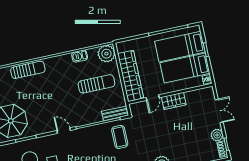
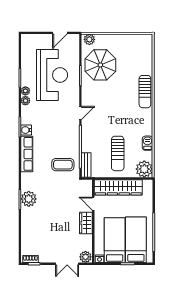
plant: (217, 135) -> (86, 257), moved

